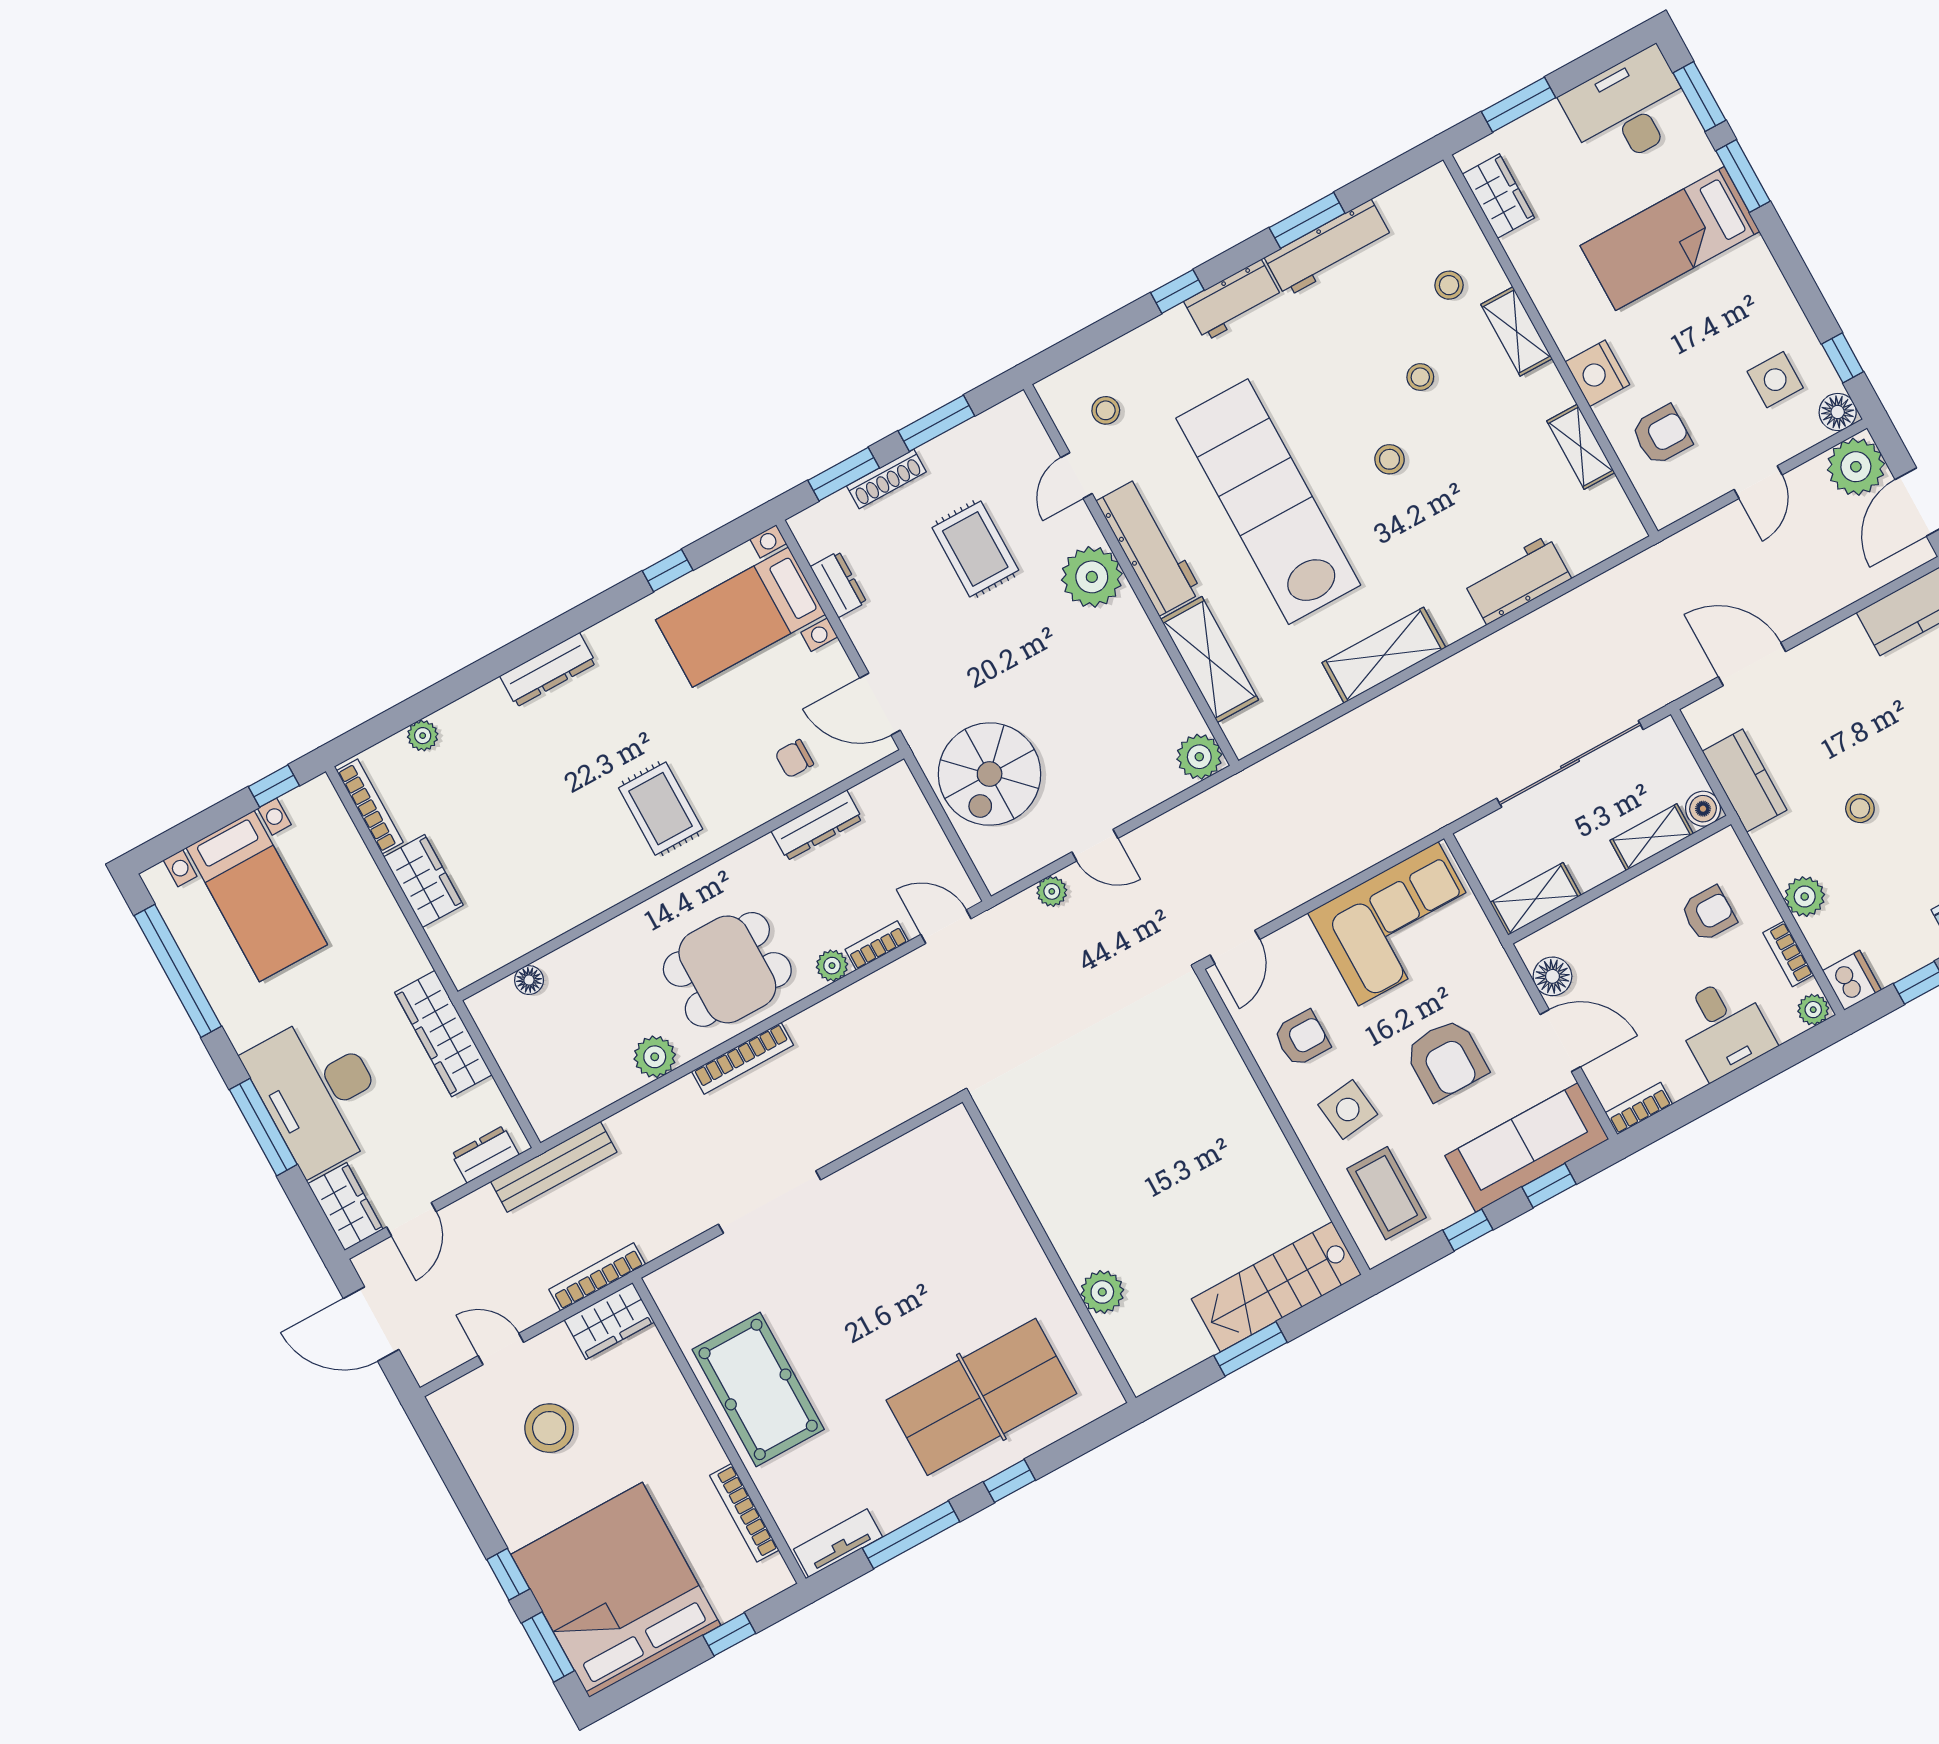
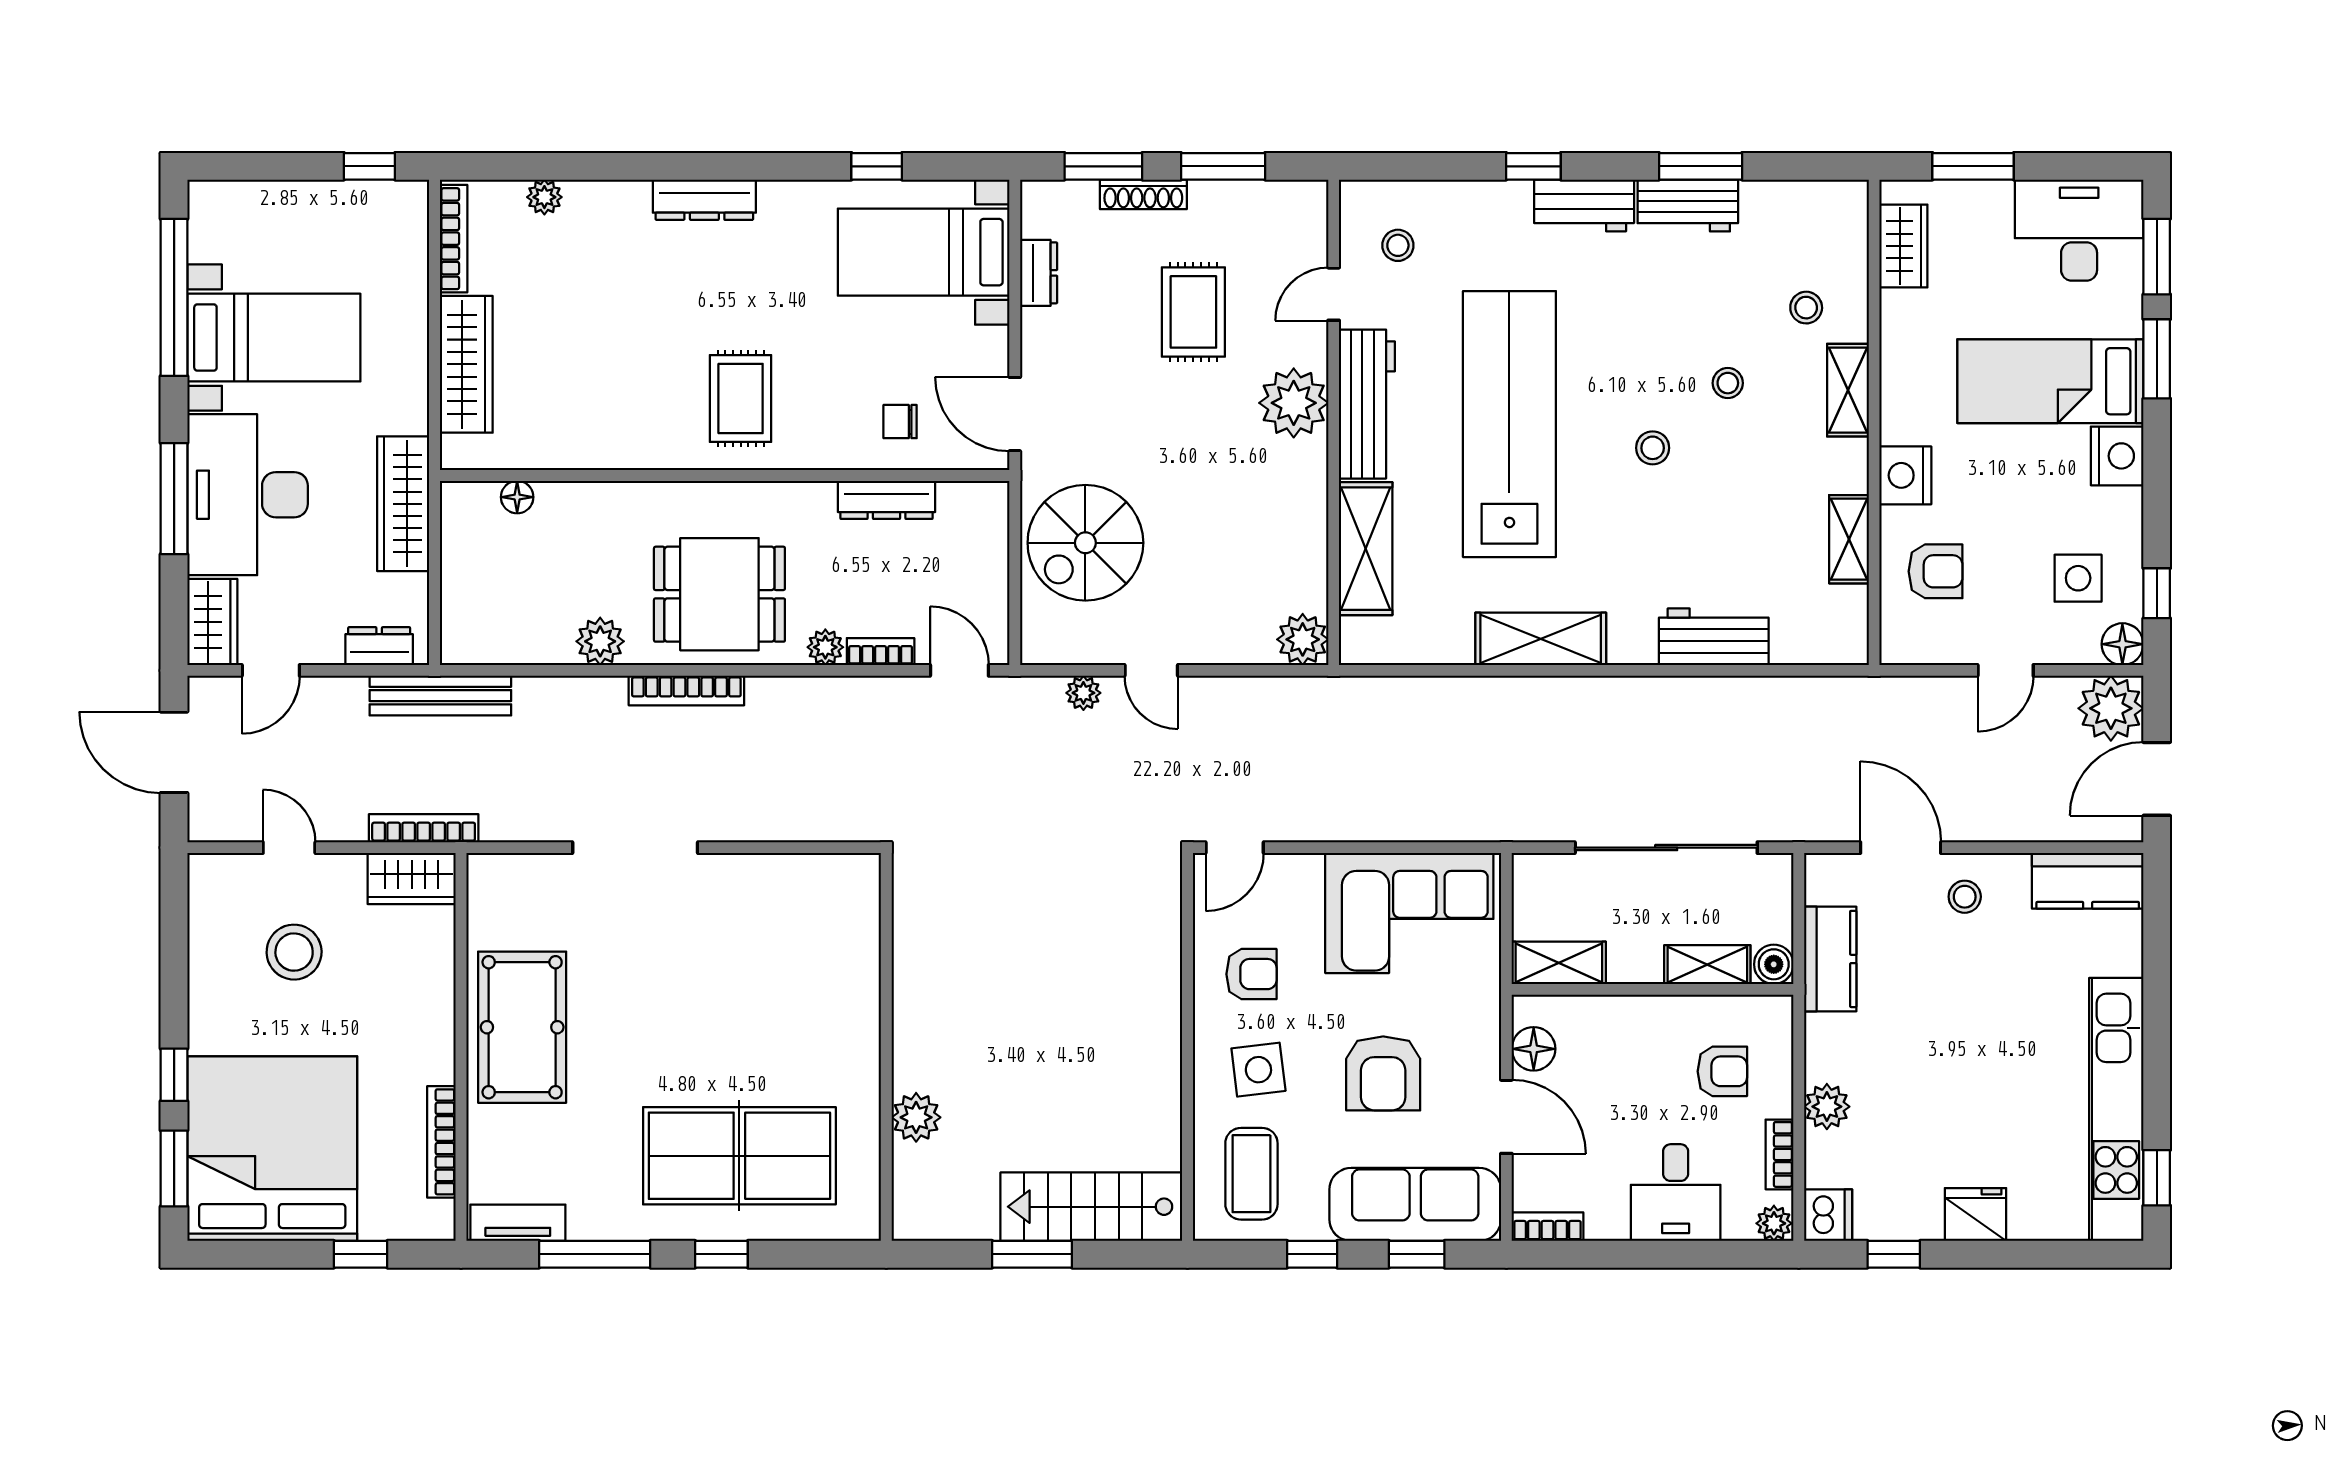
workbench: (1328, 248) -> (1688, 206), width x0.73
nightstand: (1753, 268) -> (2117, 456), added
stool: (1860, 808) -> (1965, 897), moved
wardrobe: (423, 881) -> (466, 364), width x1.50
bed with nightstands: (257, 896) -> (274, 338), moved, turned -90

